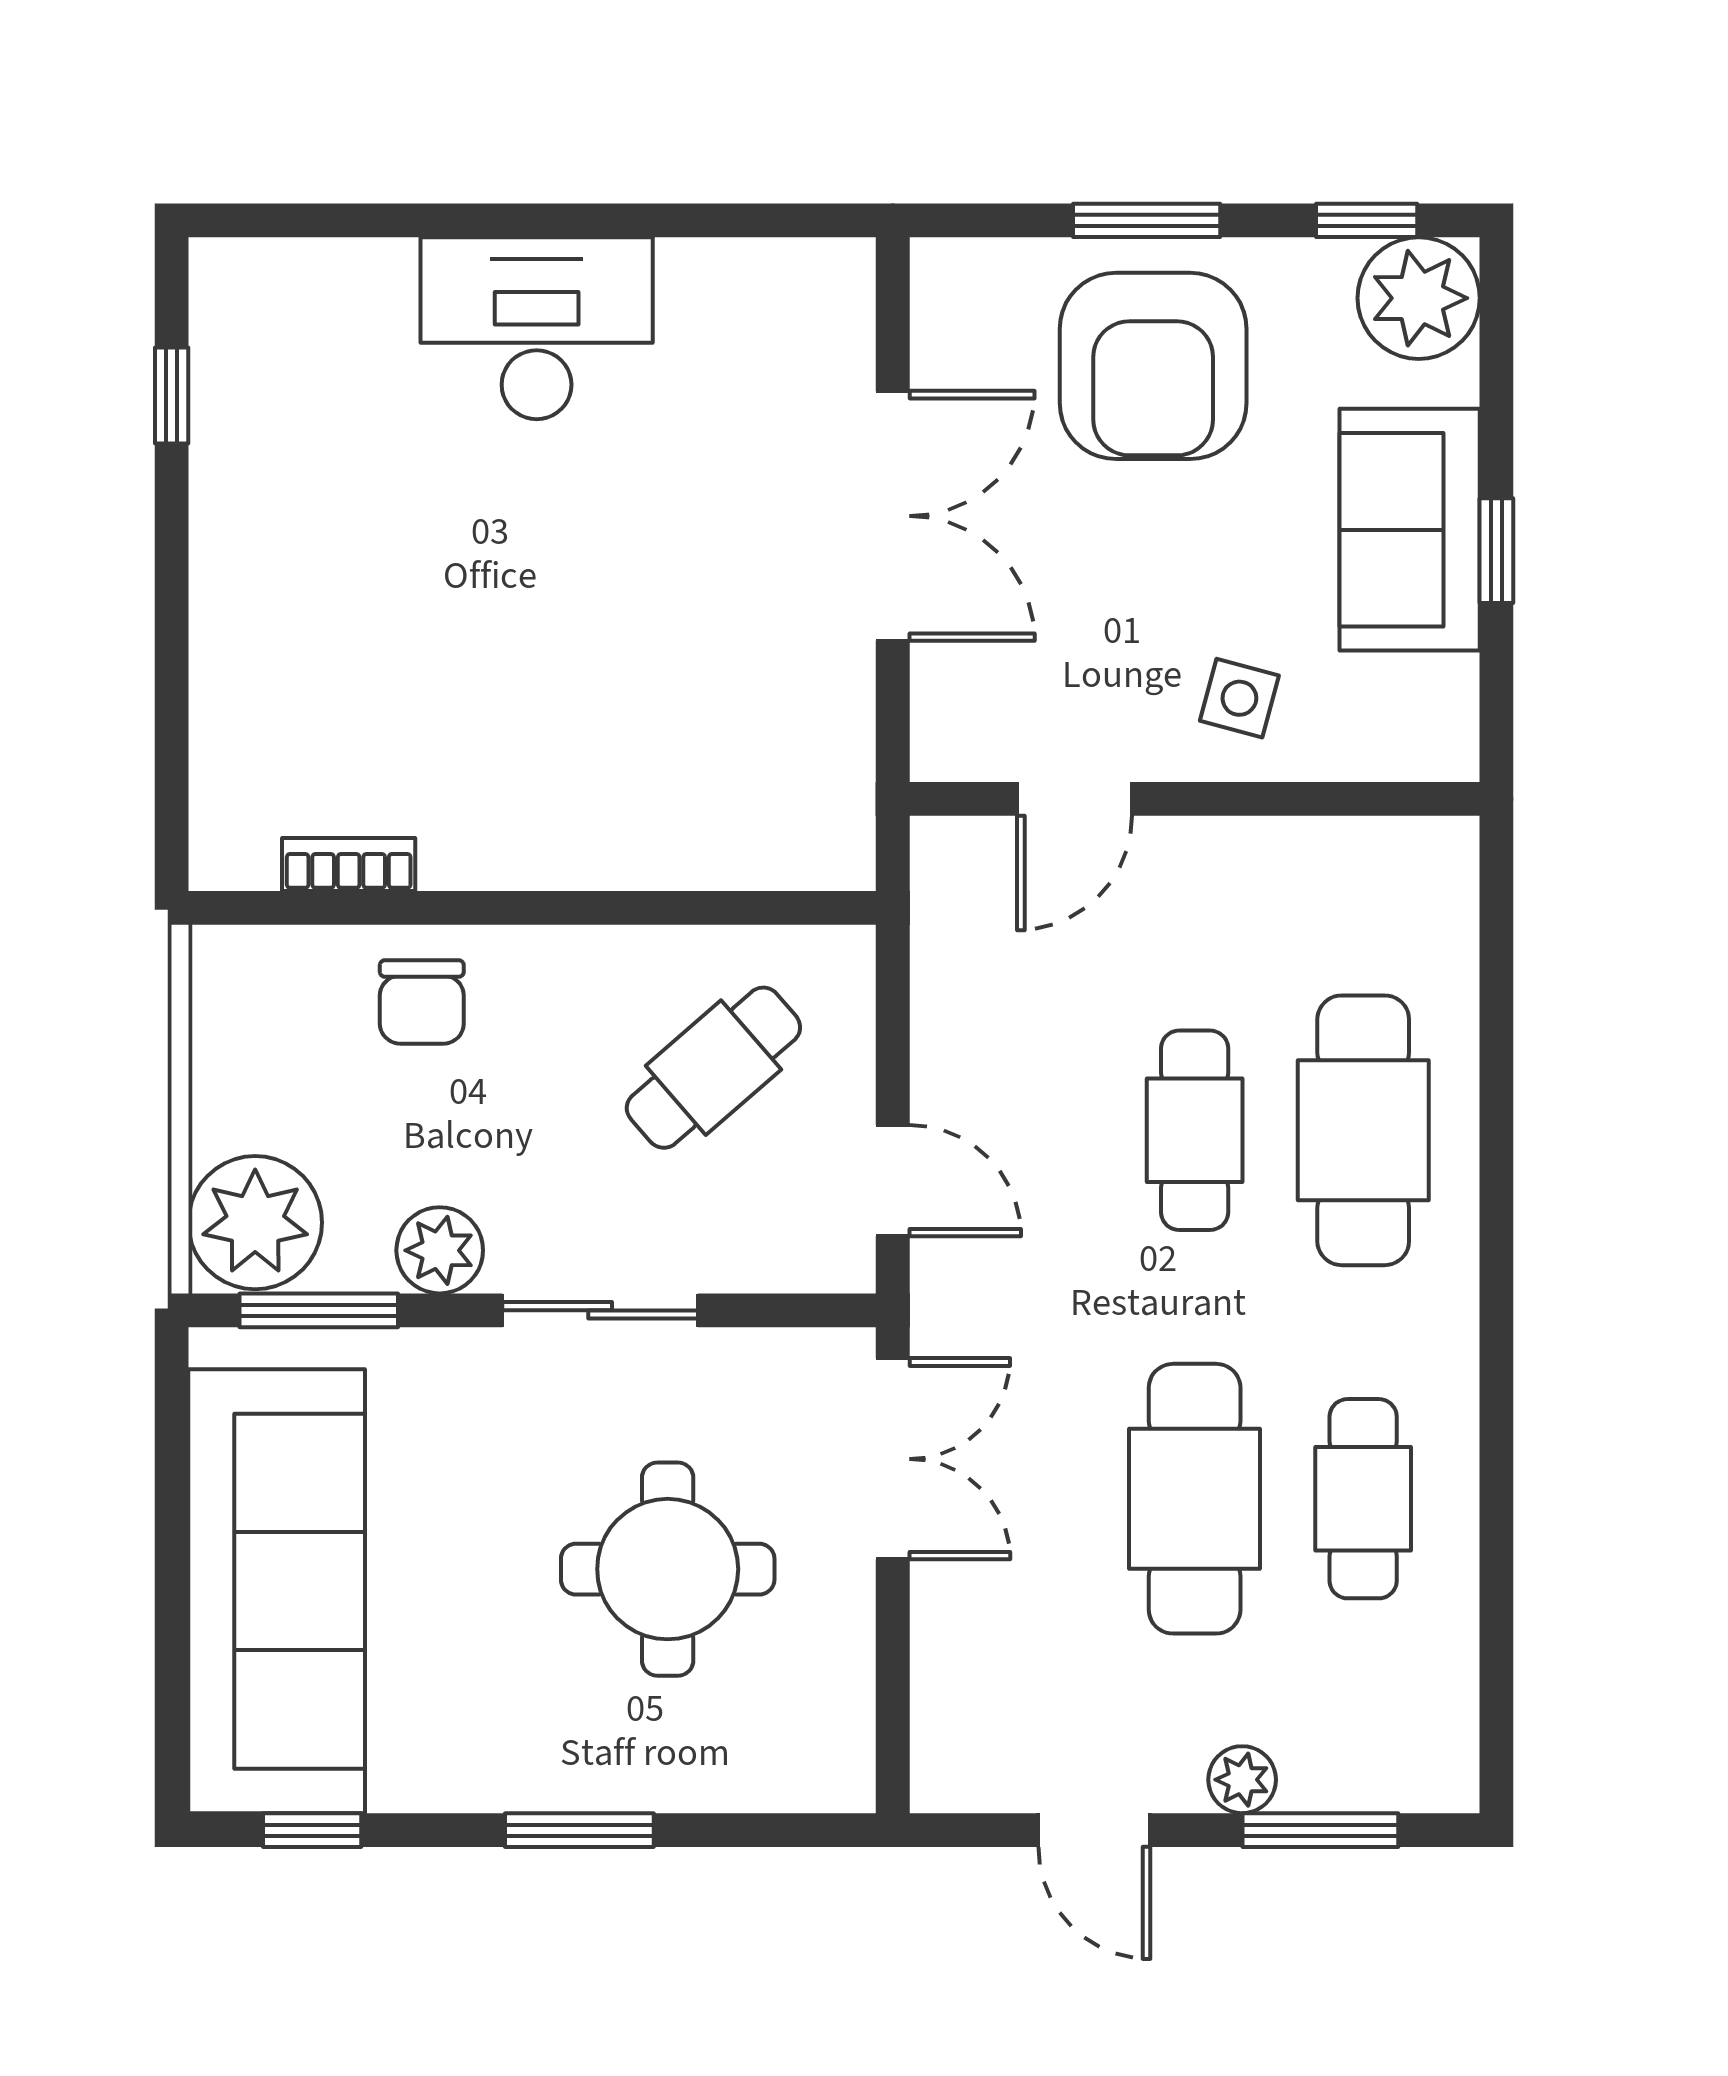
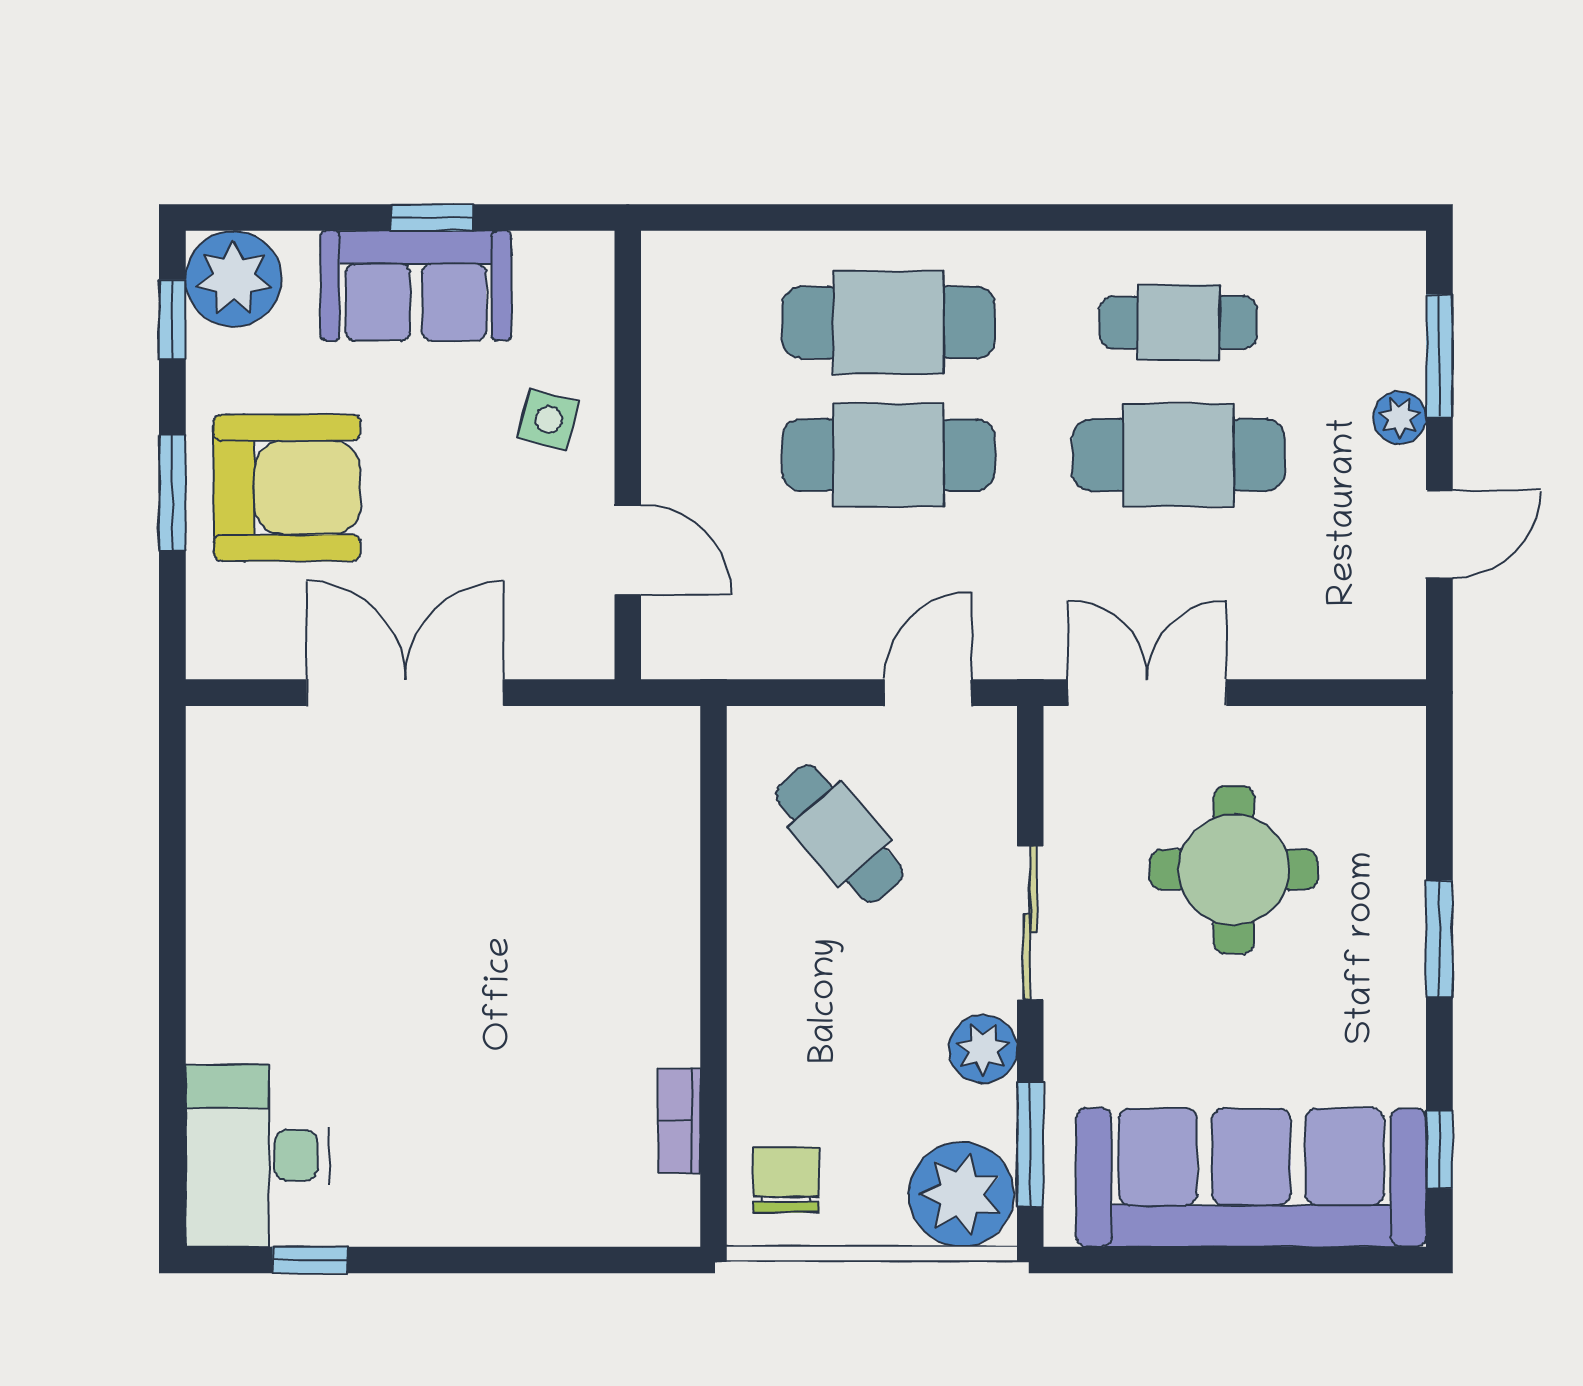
desk: (537, 328) -> (257, 1156), moved
chair: (422, 1002) -> (786, 1180), moved, turned -90
cafe table: (1195, 1130) -> (889, 455), width x1.37, depth x1.35

